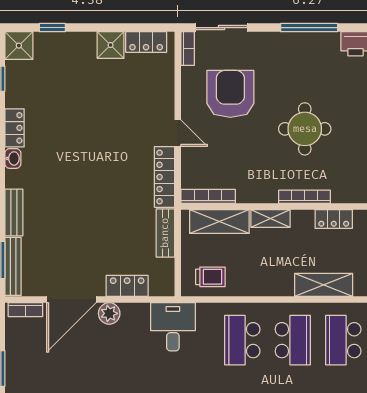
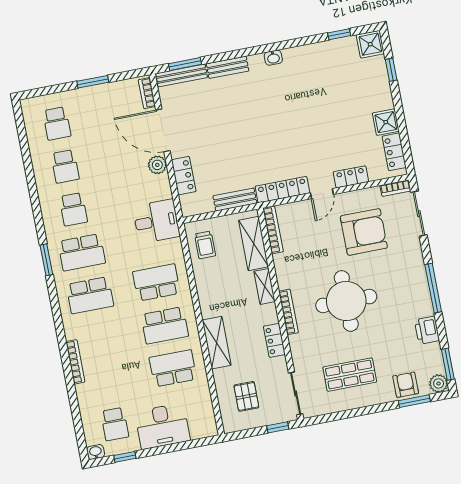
locker: (15, 128) -> (351, 177), moved, turned 180
round table: (305, 129) -> (346, 301), width x1.36, depth x1.36

